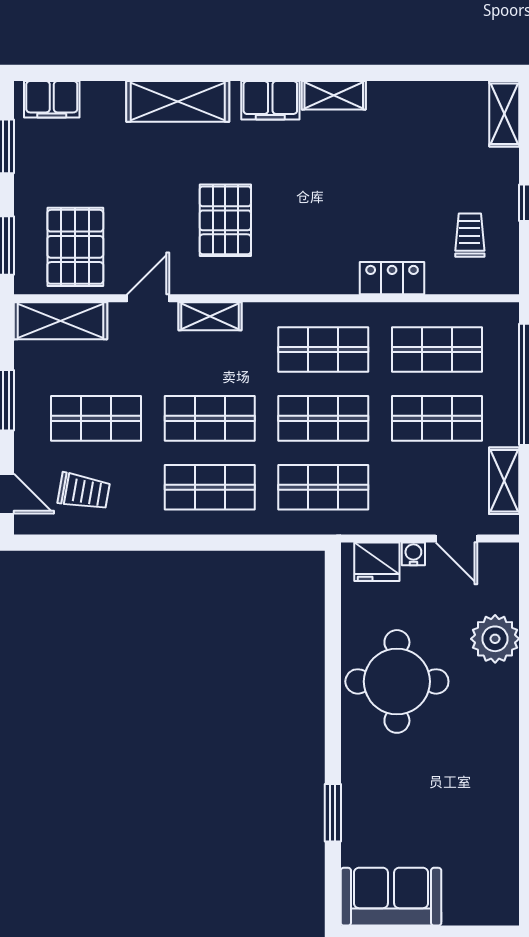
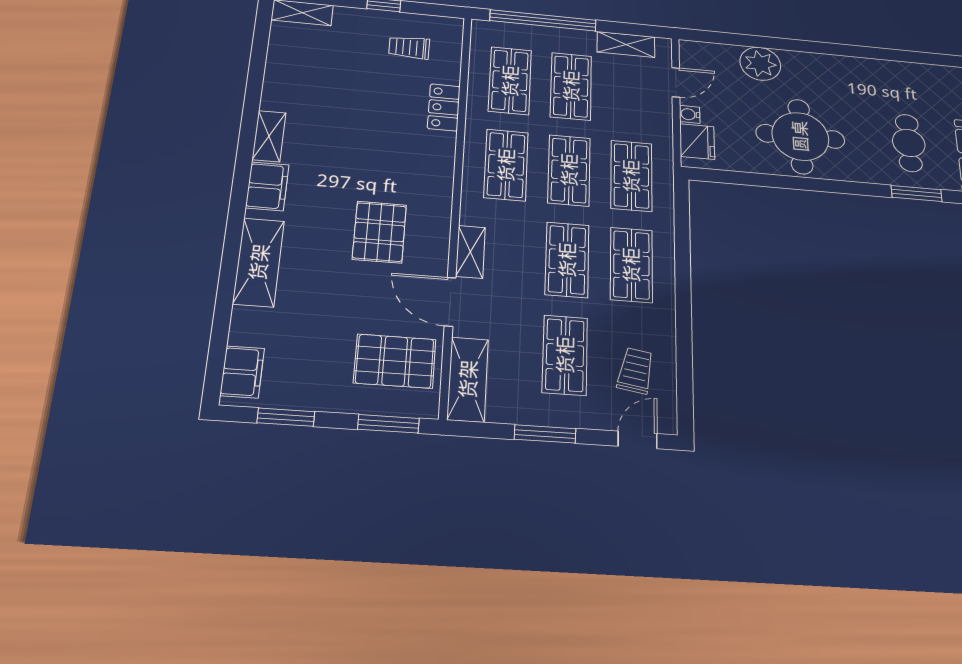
pallet: (225, 220) -> (379, 232), turned 90
door: (148, 298) -> (450, 302), width x1.38
cafe table: (402, 809) -> (909, 143), added

